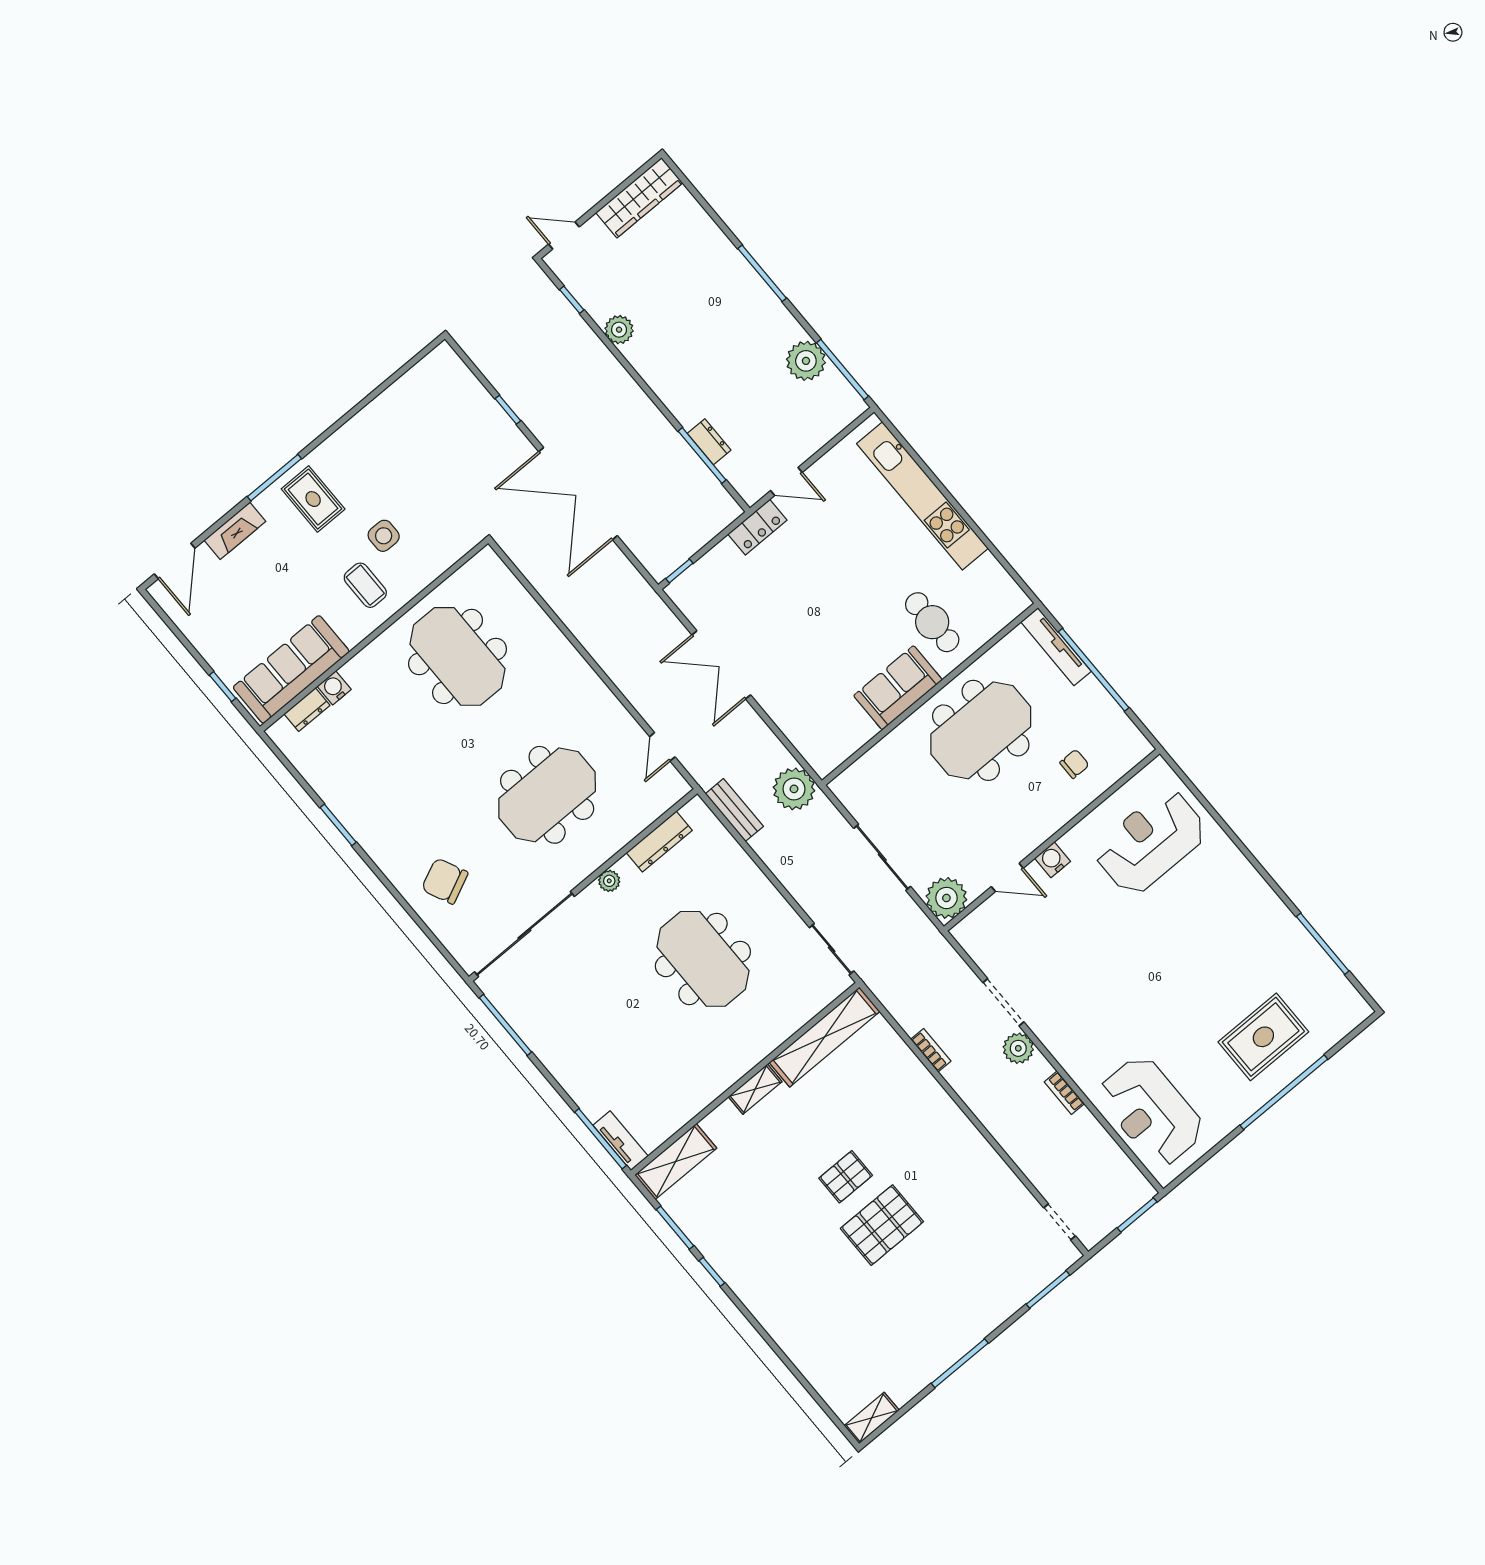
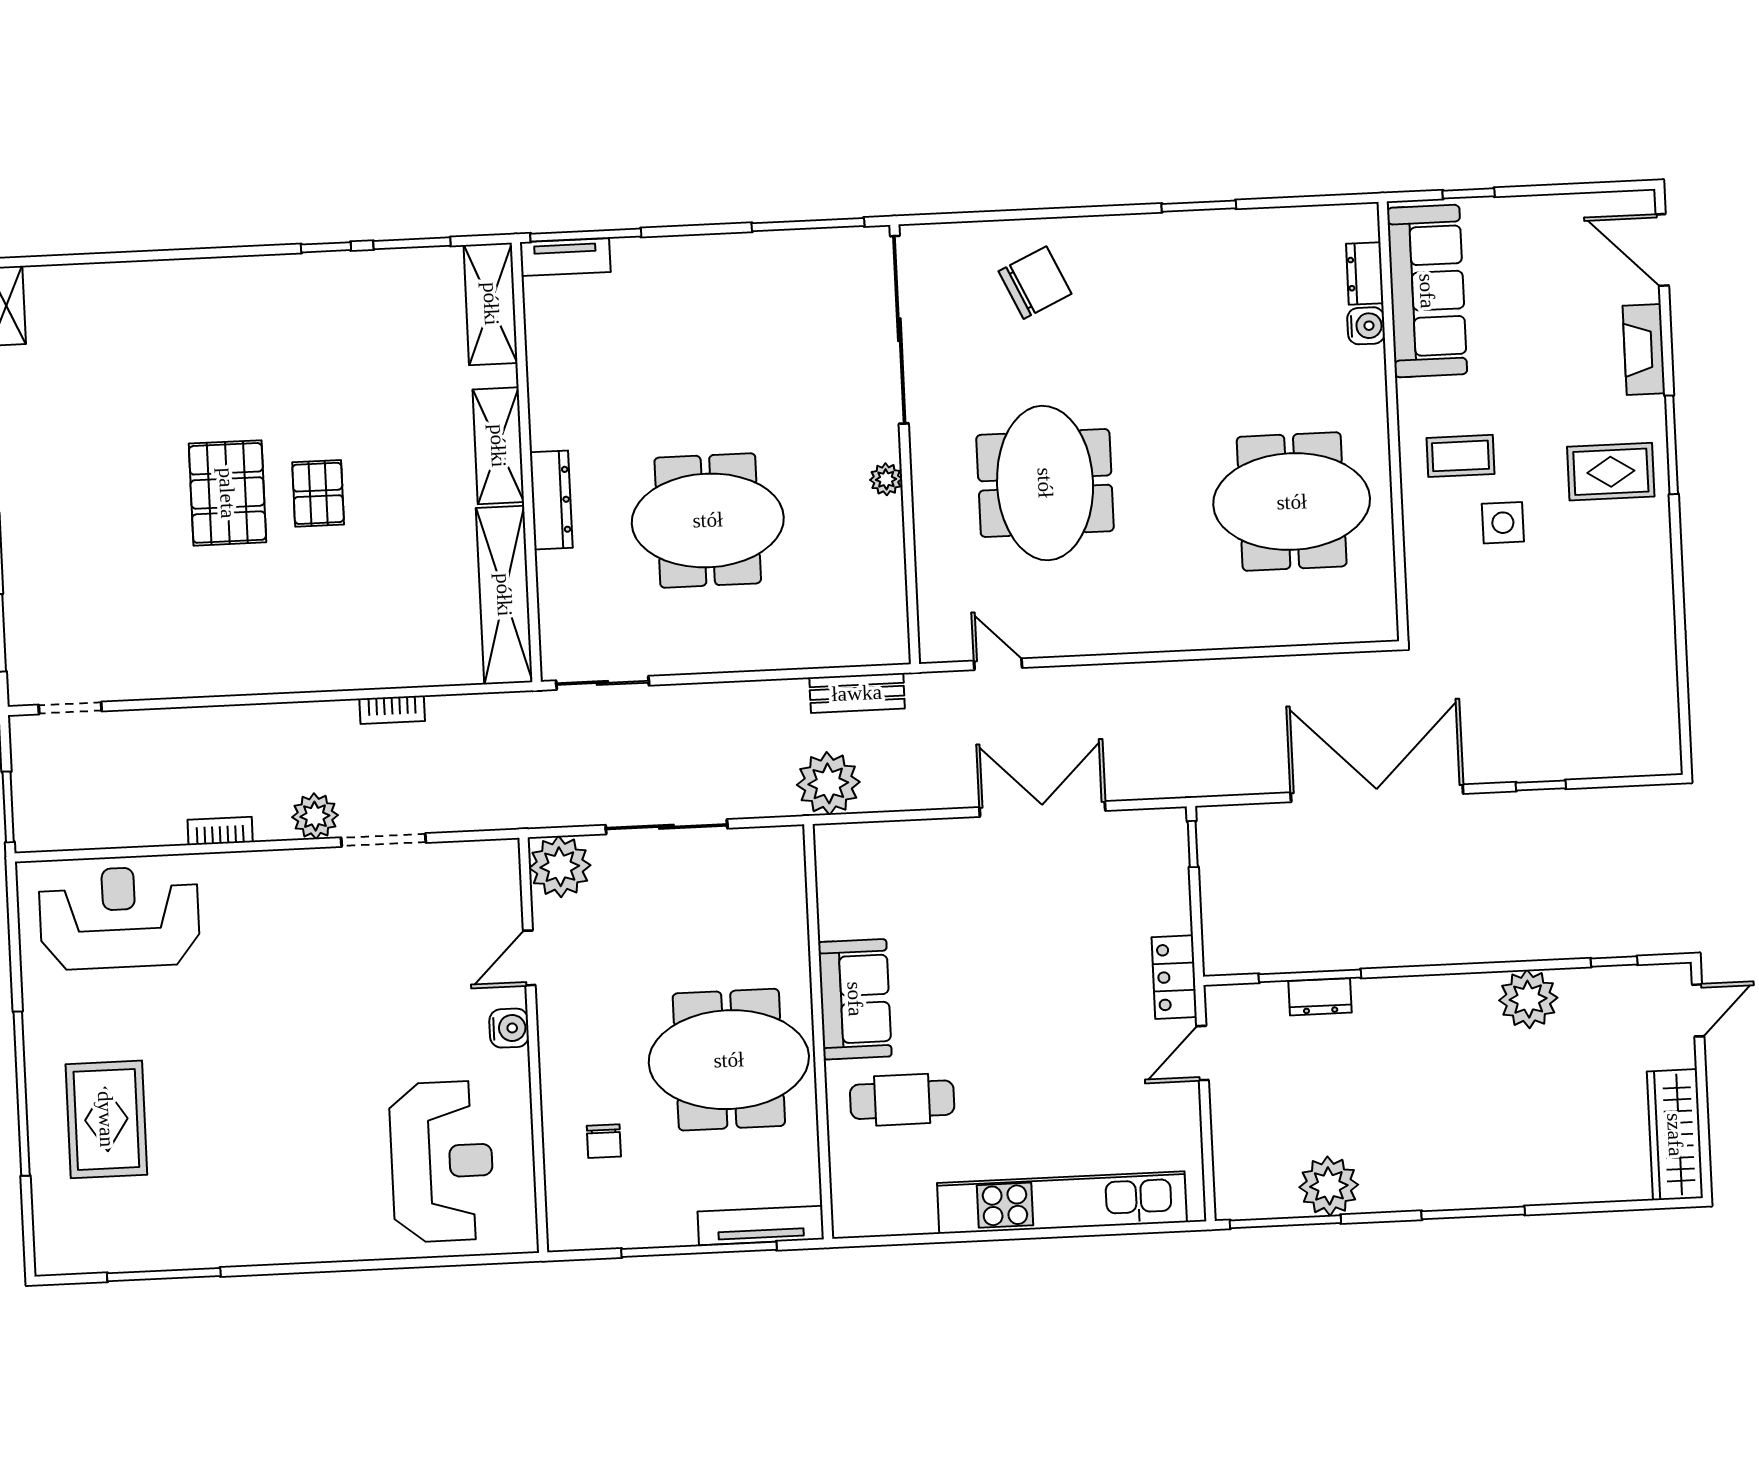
plant: (619, 330) -> (1528, 999), width x1.36, depth x1.36
meeting table: (981, 730) -> (729, 1060), turned 90
dresser: (659, 842) -> (551, 500), moved, turned 180
shelving: (755, 1089) -> (498, 446), width x1.50, depth x1.33

